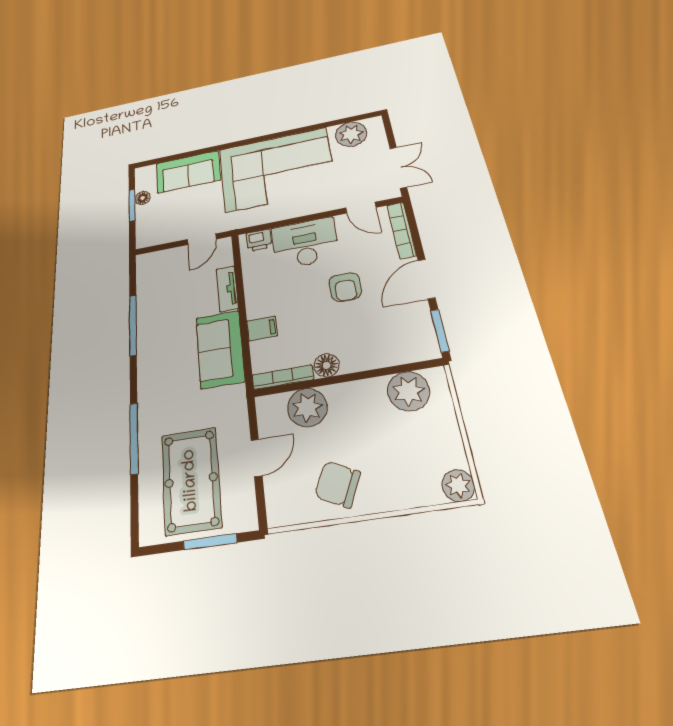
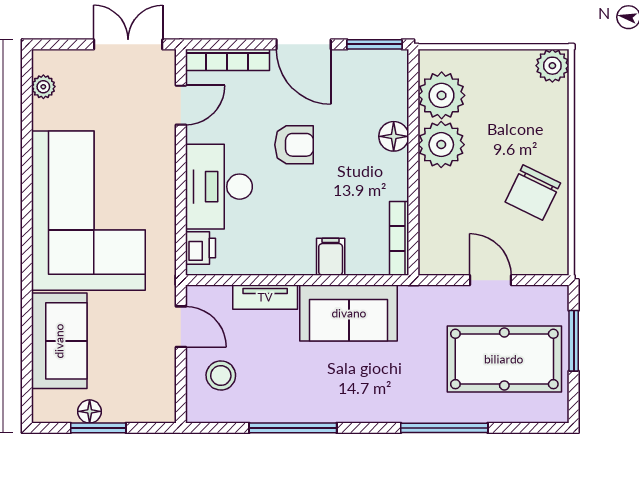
plant: (351, 134) -> (43, 87), width x0.53, depth x0.53
stool: (169, 271) -> (221, 375), added
floor lamp: (327, 365) -> (394, 136), moved
plant: (307, 407) -> (441, 145), moved

